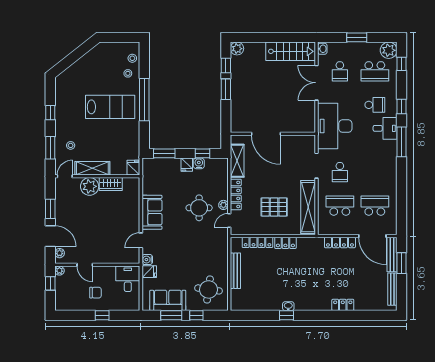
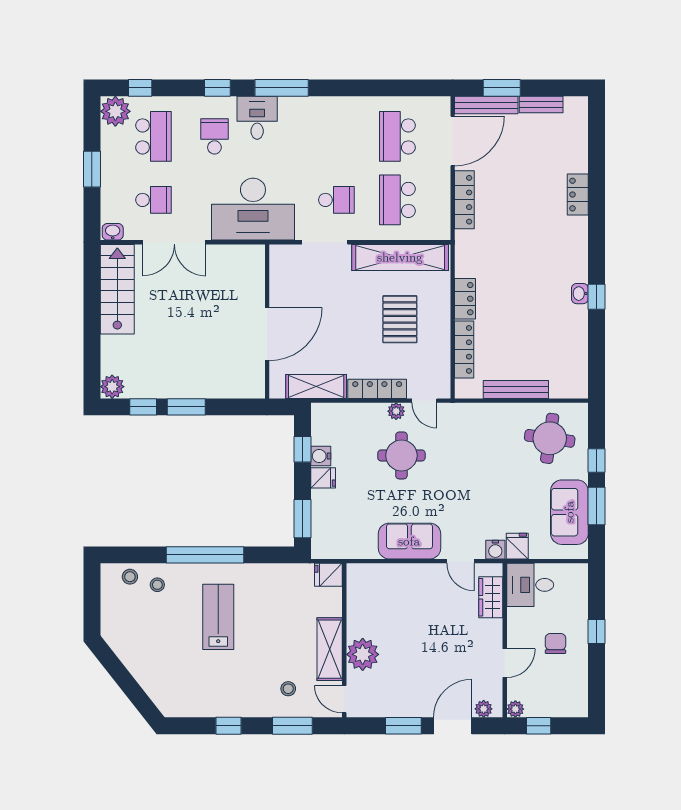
lab bench: (110, 107) -> (218, 617), width x0.73, depth x0.72
wardrobe: (111, 184) -> (491, 597), moved, turned 180
bench: (392, 289) -> (541, 105), width x0.73

